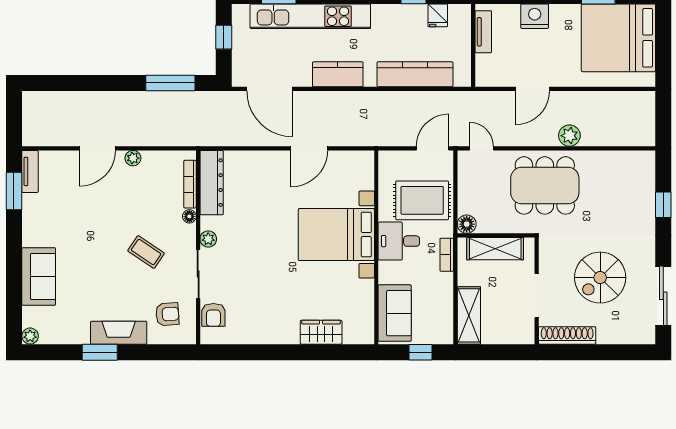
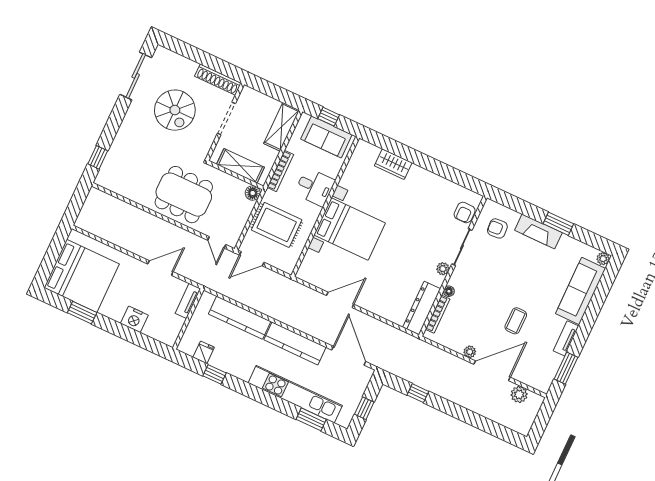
tv unit: (483, 32) -> (188, 301), moved
kitchen counter: (338, 74) -> (295, 343), width x1.50
window: (170, 83) -> (418, 393), width x0.46
plant: (569, 136) -> (519, 395), moved
door: (97, 148) -> (492, 371), width x1.36
tv unit: (30, 171) -> (566, 338), moved
window: (663, 205) -> (98, 157), moved
desk: (399, 241) -> (315, 187), moved
coffee table: (146, 252) -> (516, 321), moved, turned 56
bookcase: (447, 255) -> (280, 171), width x1.56
sofa: (39, 276) -> (580, 291), width x1.36
spiral stairs: (600, 278) -> (175, 110), turned 90
sofa: (395, 313) -> (326, 137), moved, turned -90
armchair: (213, 315) -> (465, 212), turned 180

